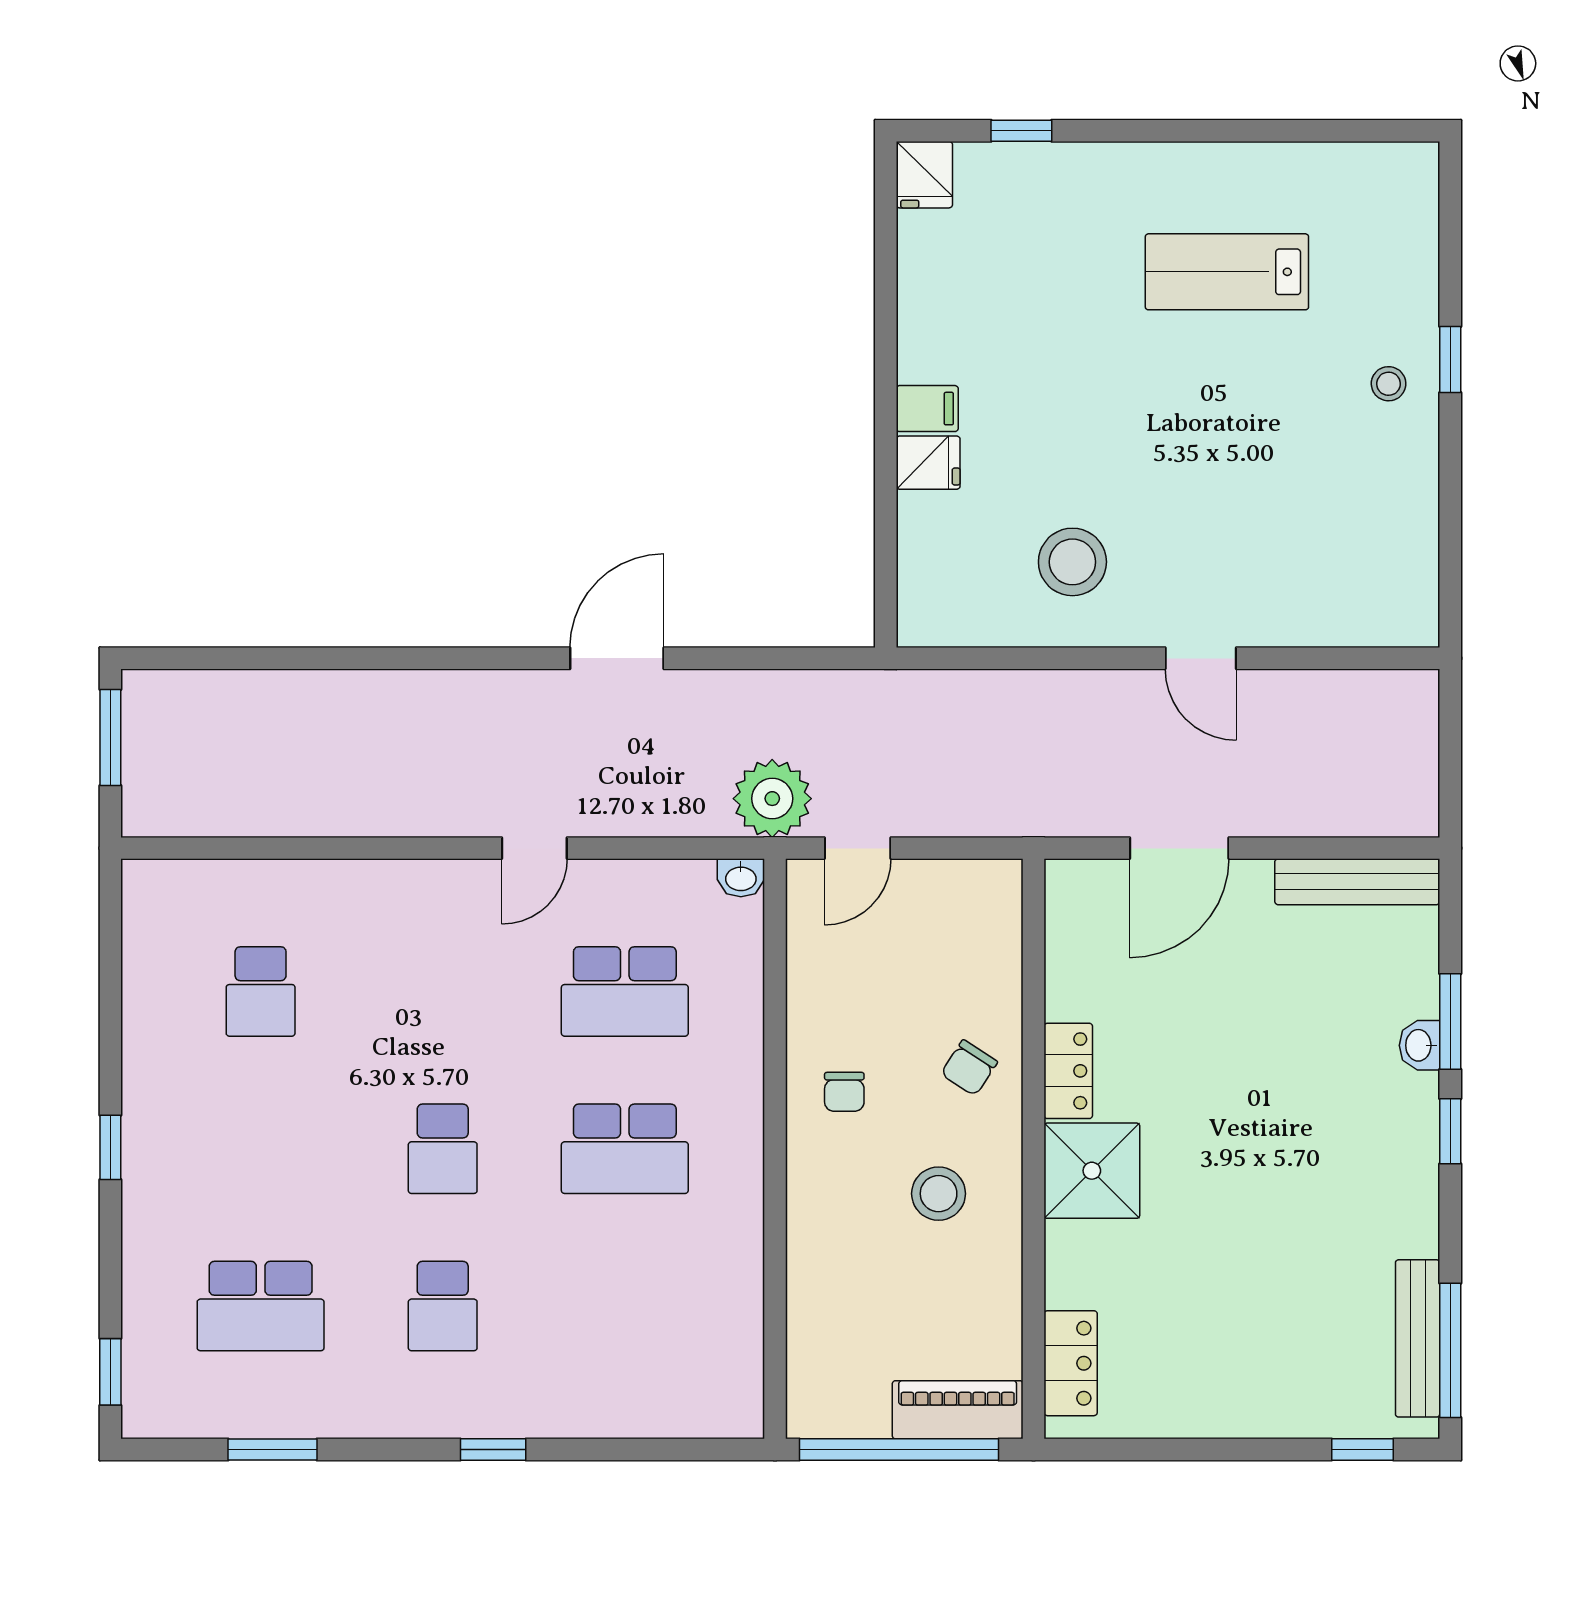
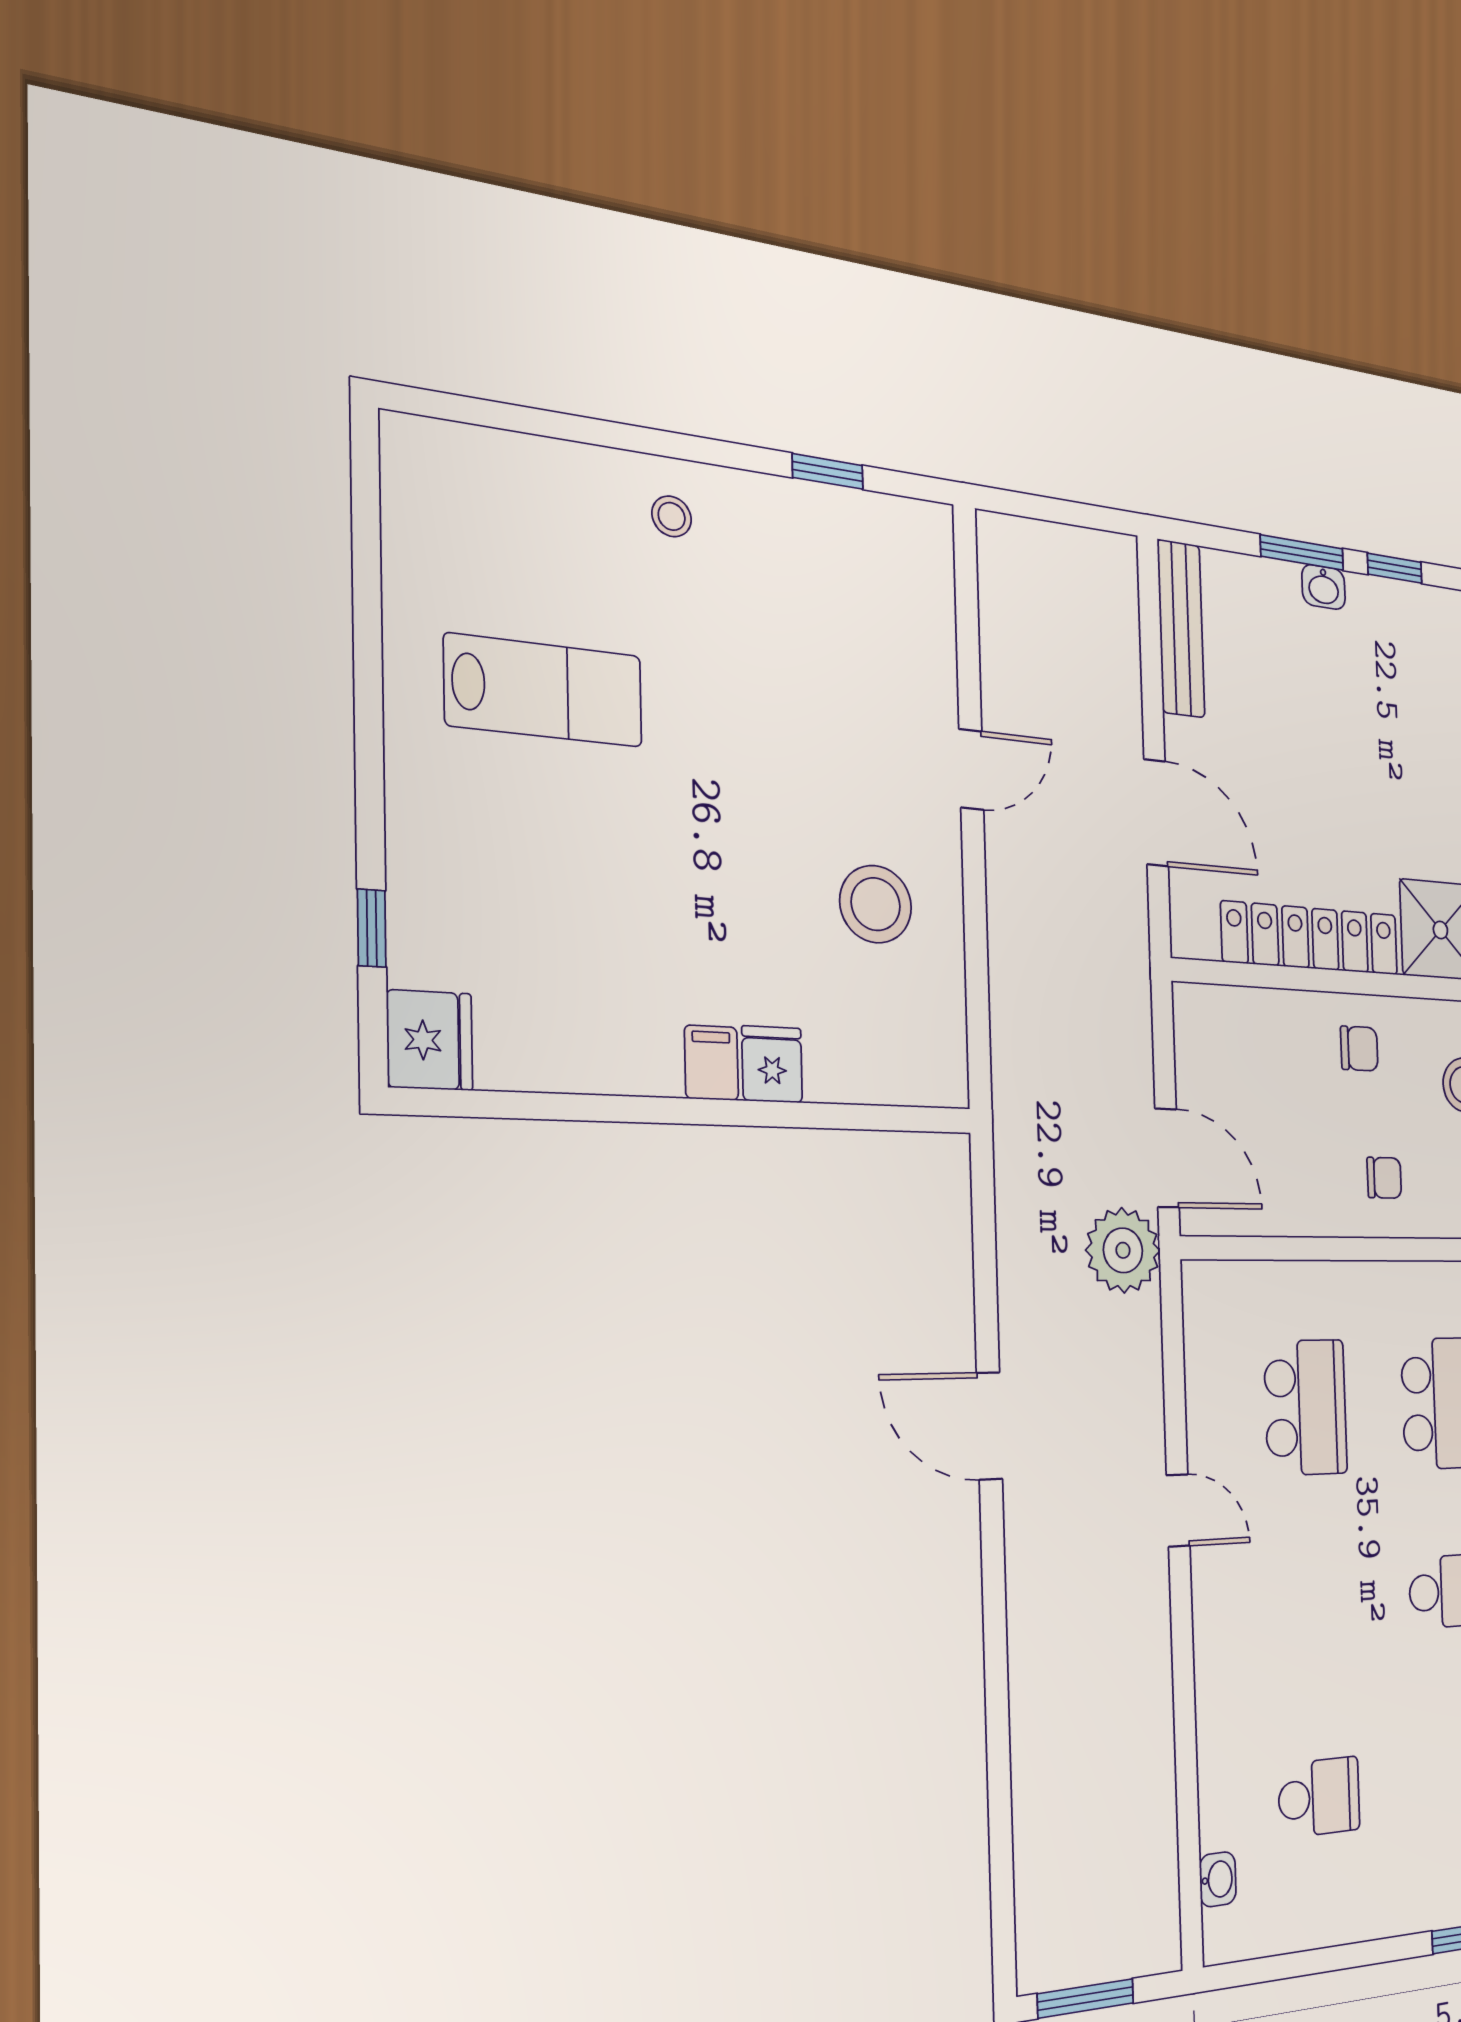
fridge: (924, 175) -> (430, 1040), width x1.38
lab bench: (1227, 272) -> (544, 690), turned -90
window: (1450, 360) -> (828, 471), moved
door: (858, 848) -> (1167, 1158), width x1.38
washbasin: (741, 878) -> (1218, 1879), moved
chair: (969, 1068) -> (1359, 1049), turned -33
locker: (1068, 1071) -> (1310, 938), width x2.16, depth x1.21

